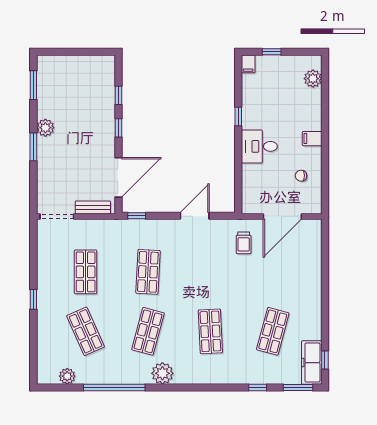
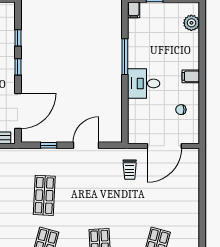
window: (238, 116) -> (125, 57), width x2.17
window: (137, 216) -> (49, 145), moved

